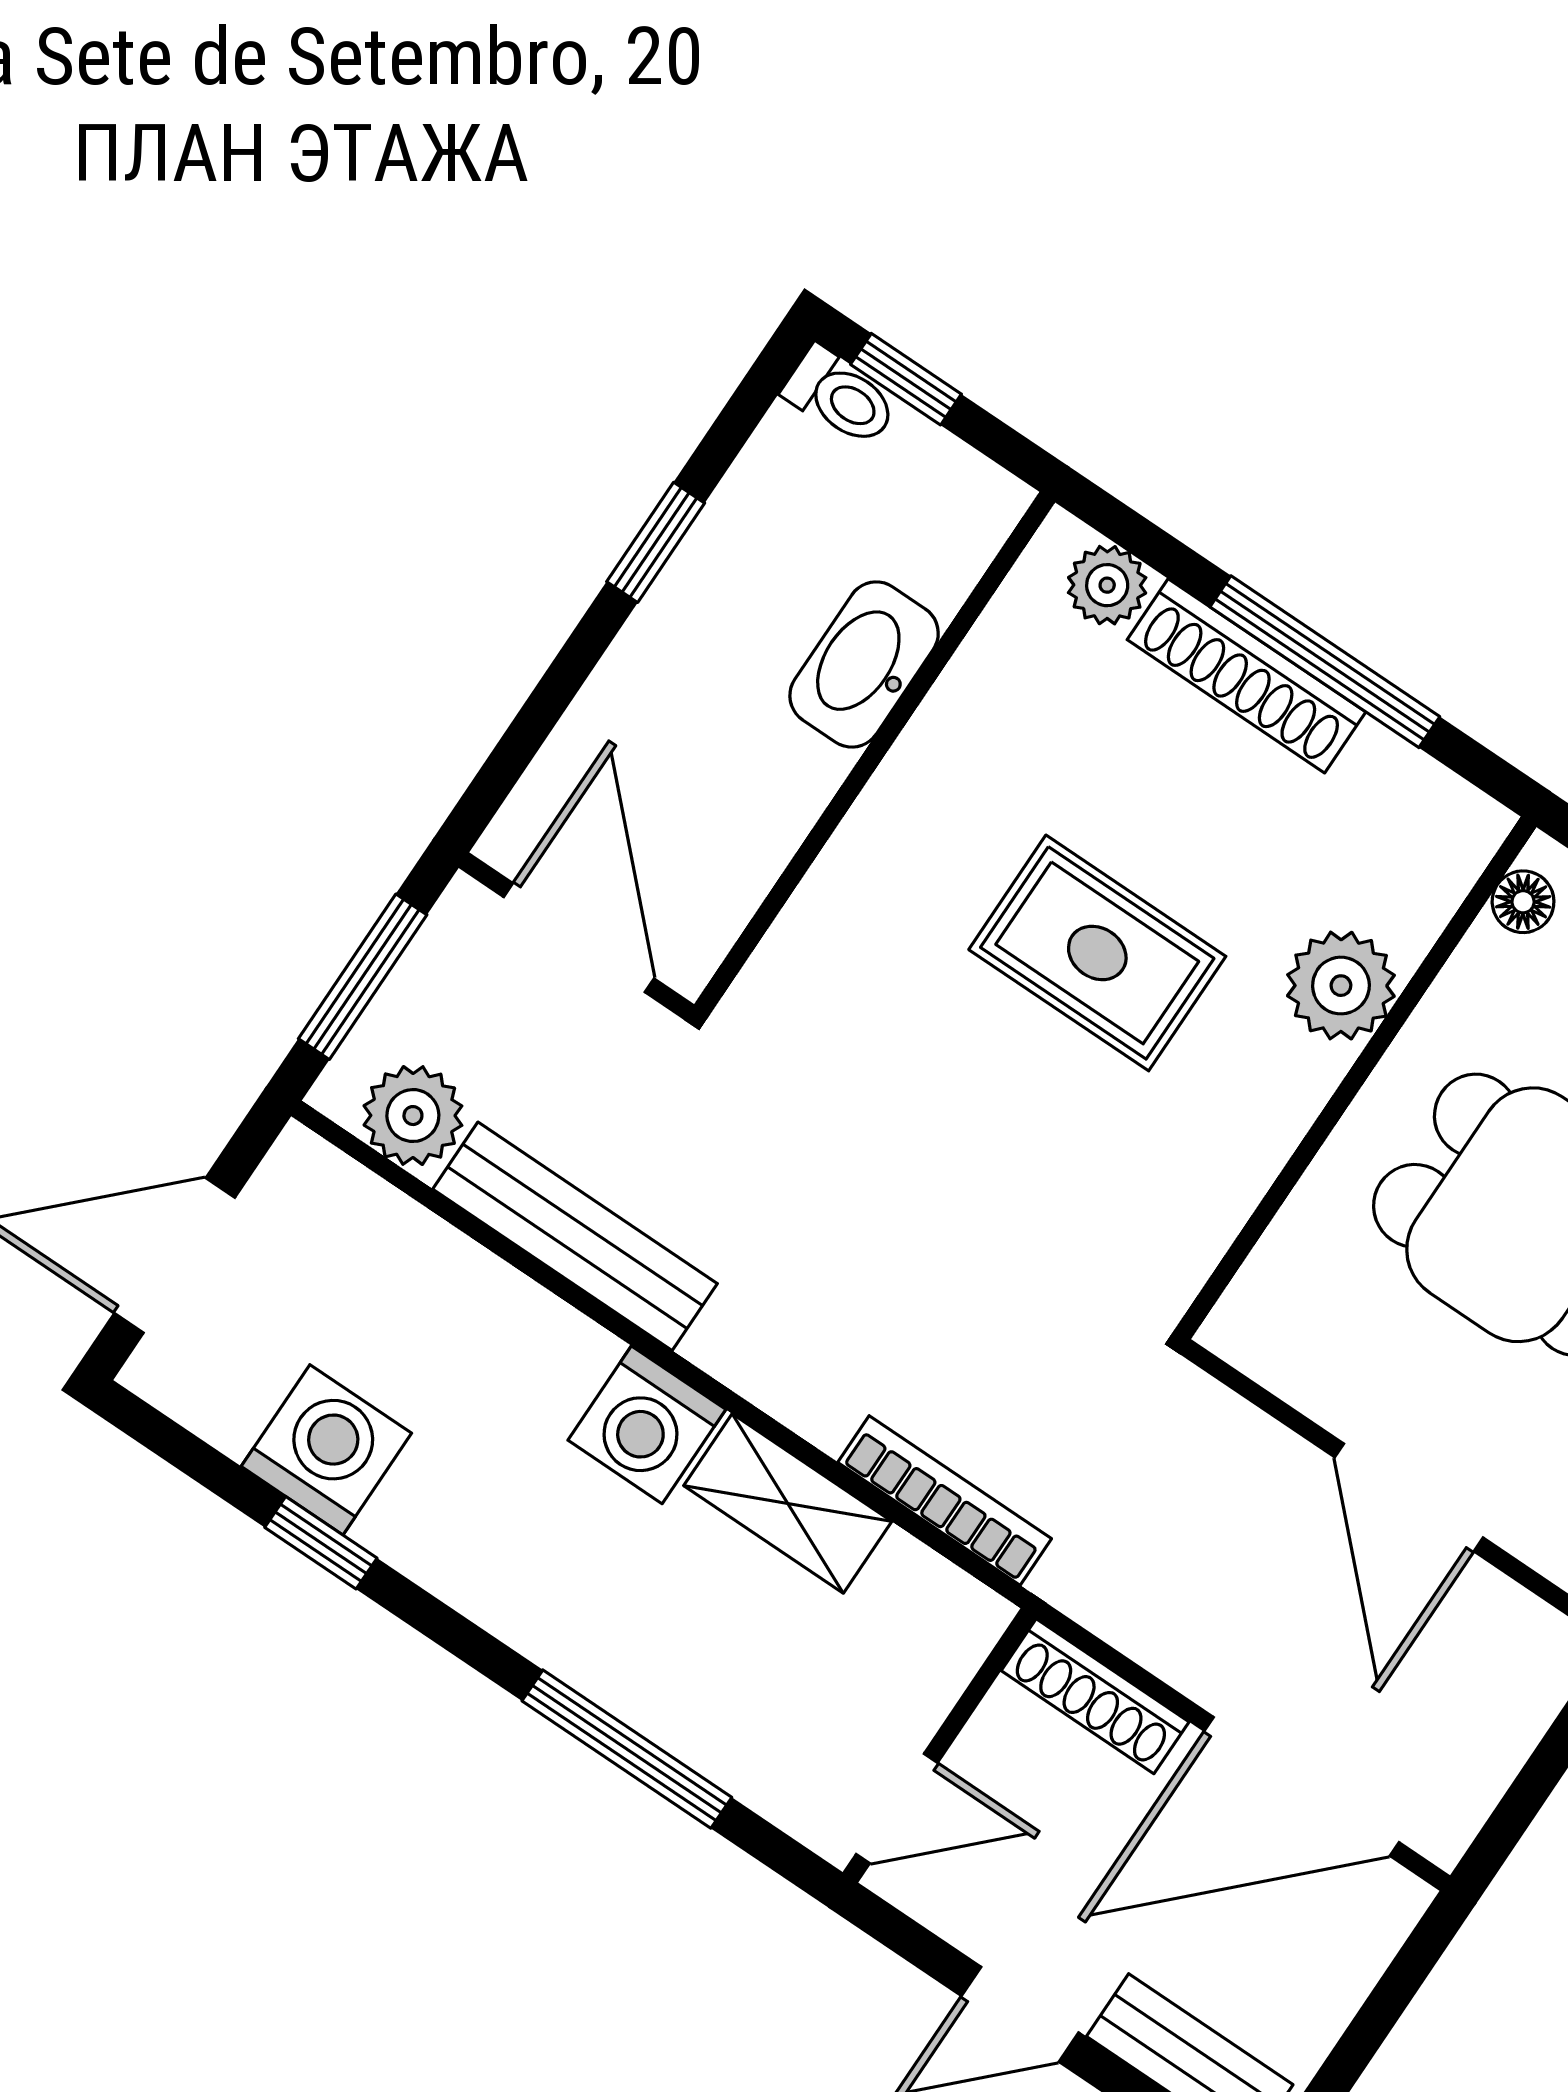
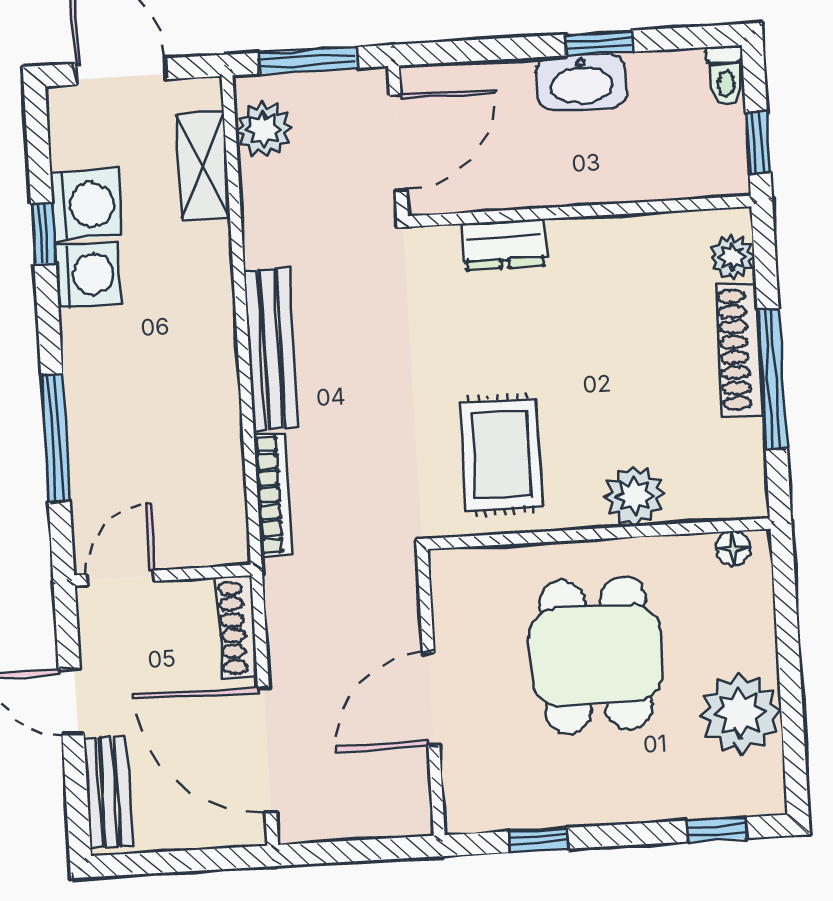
window: (906, 379) -> (758, 142), moved
washbasin: (864, 664) -> (581, 82), moved, turned 180
dresser: (839, 897) -> (504, 244), added
rug: (1097, 953) -> (501, 454), moved
bench: (575, 1236) -> (271, 349), moved
washing machine: (647, 1425) -> (88, 274), moved, turned 180
shelving: (788, 1503) -> (203, 166), moved
door: (897, 1808) -> (121, 578), swing flipped

